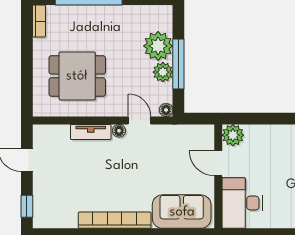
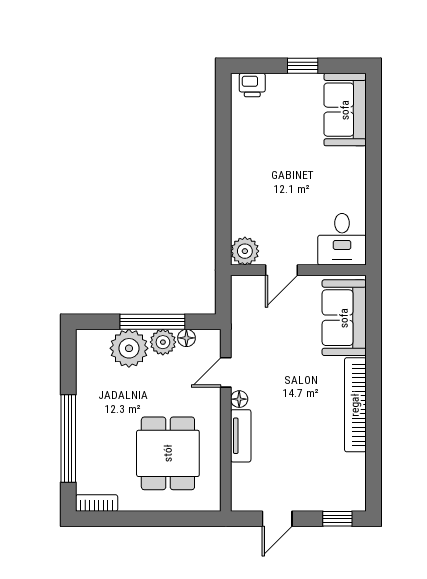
floor lamp: (166, 110) -> (186, 338), moved
desk: (242, 203) -> (342, 239), width x0.73

